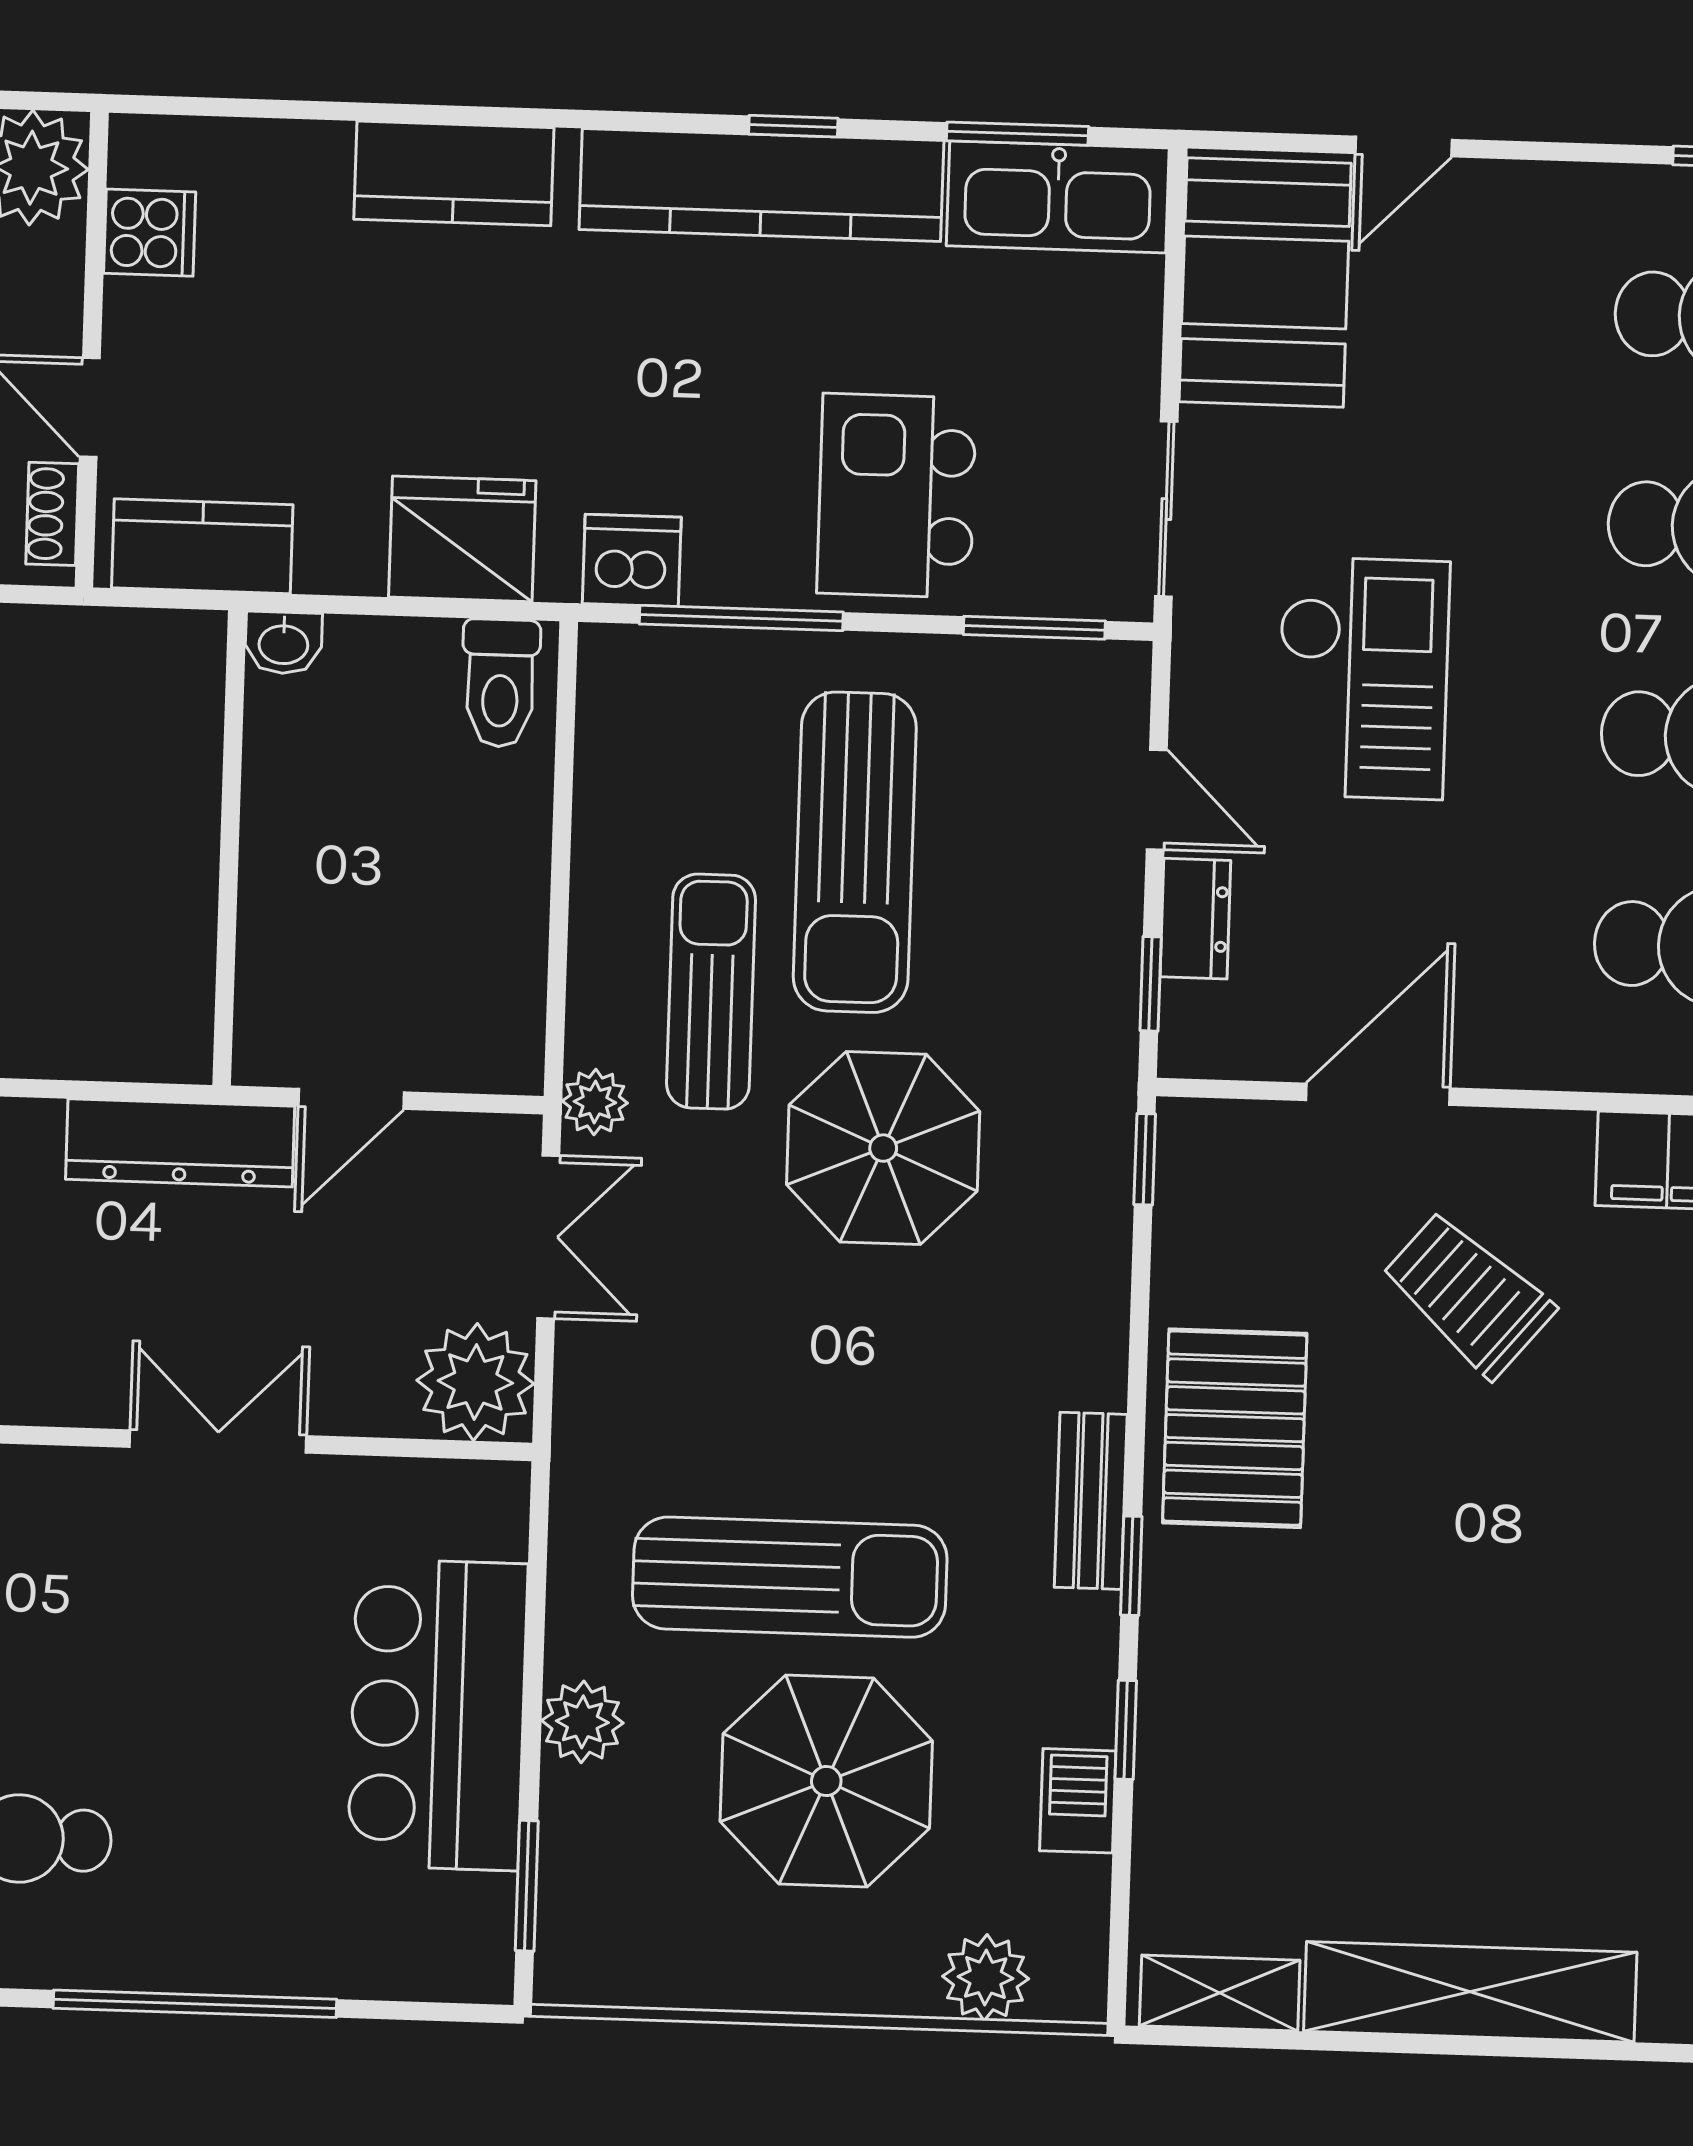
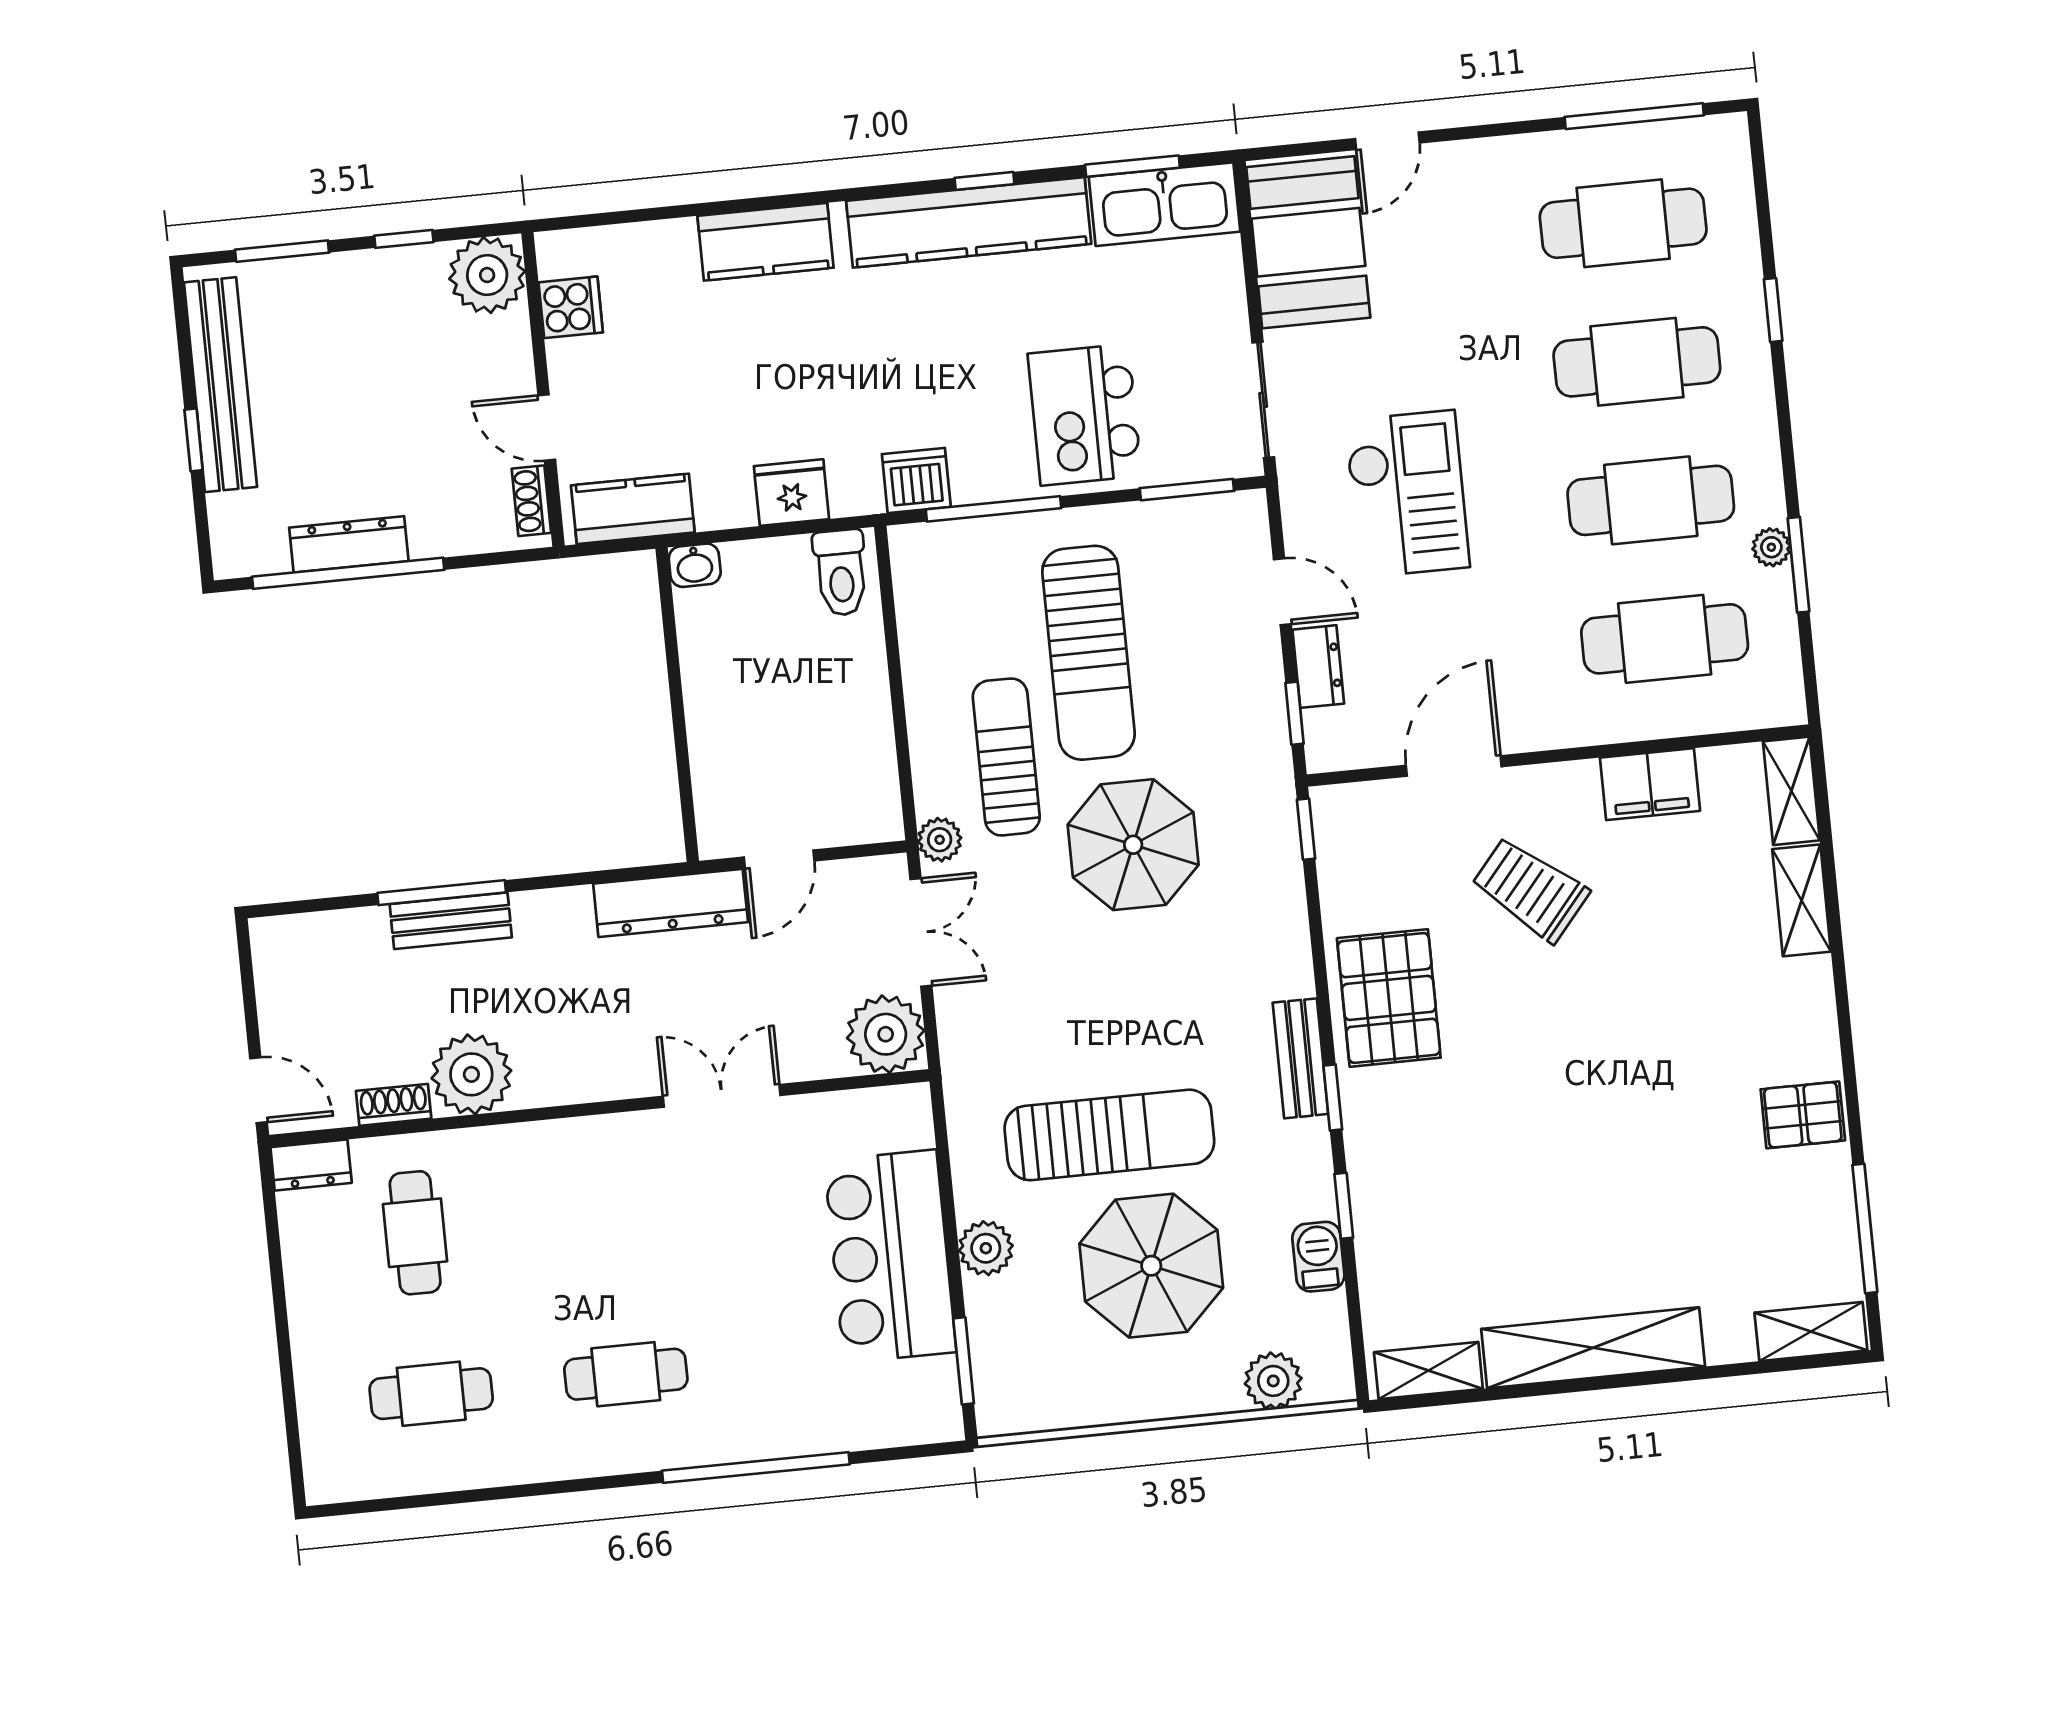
fridge: (462, 539) -> (792, 493), width x0.73, depth x0.75

